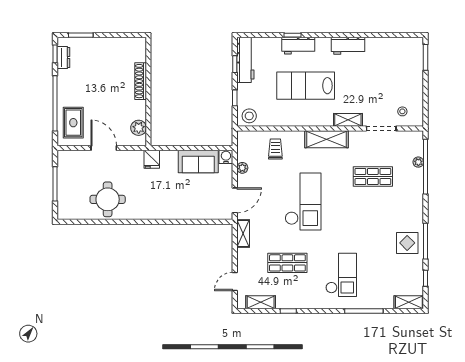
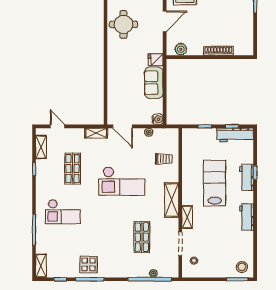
stool: (249, 116) -> (242, 267), moved
sofa: (198, 162) -> (154, 83), moved

